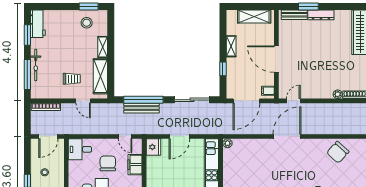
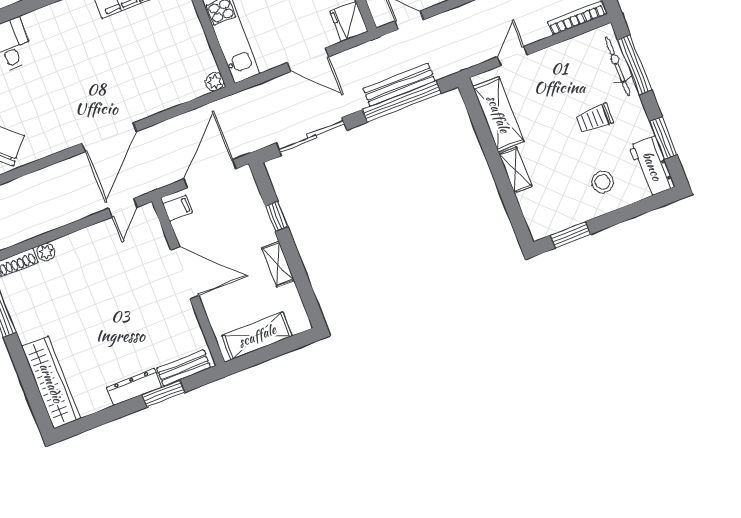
stool: (87, 23) -> (603, 182), moved
bicycle: (36, 65) -> (618, 66), moved
trolley: (72, 79) -> (594, 118), moved
door: (83, 101) -> (512, 56), hinge flipped
door: (179, 136) -> (308, 60), swing flipped

